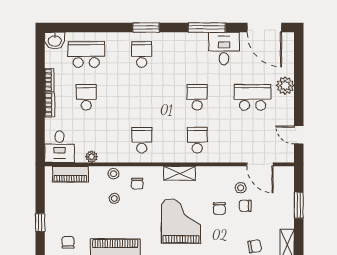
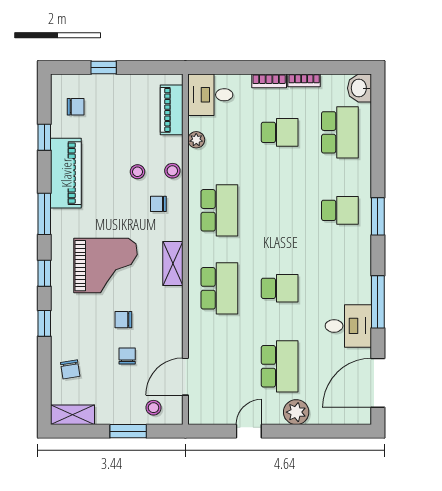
door: (299, 135) -> (249, 431), moved
school desk: (142, 140) -> (219, 210), width x1.85
school desk: (197, 140) -> (219, 288), width x1.85
stool: (241, 188) -> (154, 408), moved

